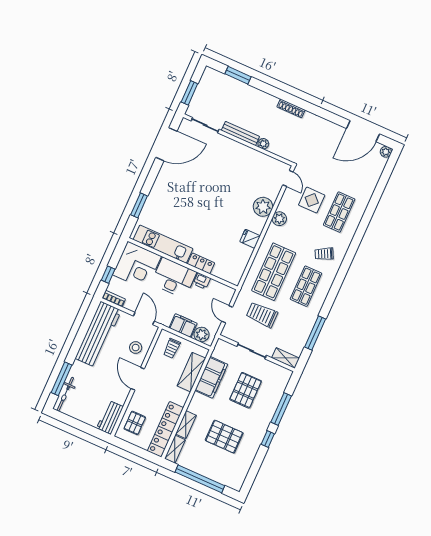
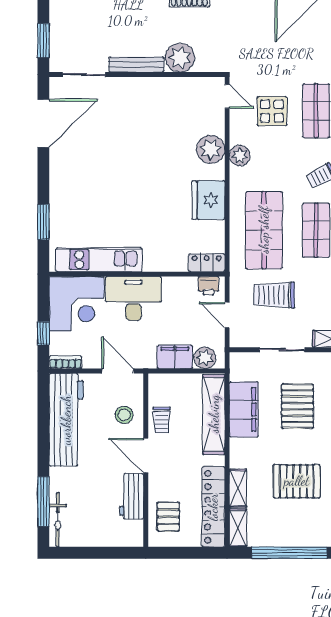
plant: (263, 144) -> (180, 58), width x1.87, depth x1.87
fridge: (250, 239) -> (208, 200), width x1.88, depth x1.34
locker: (201, 263) -> (207, 263), moved
printer: (202, 281) -> (209, 286), moved
trolley: (172, 348) -> (161, 420), moved
shelving: (191, 372) -> (214, 414), width x1.47
workbench: (110, 417) -> (132, 496), moved

